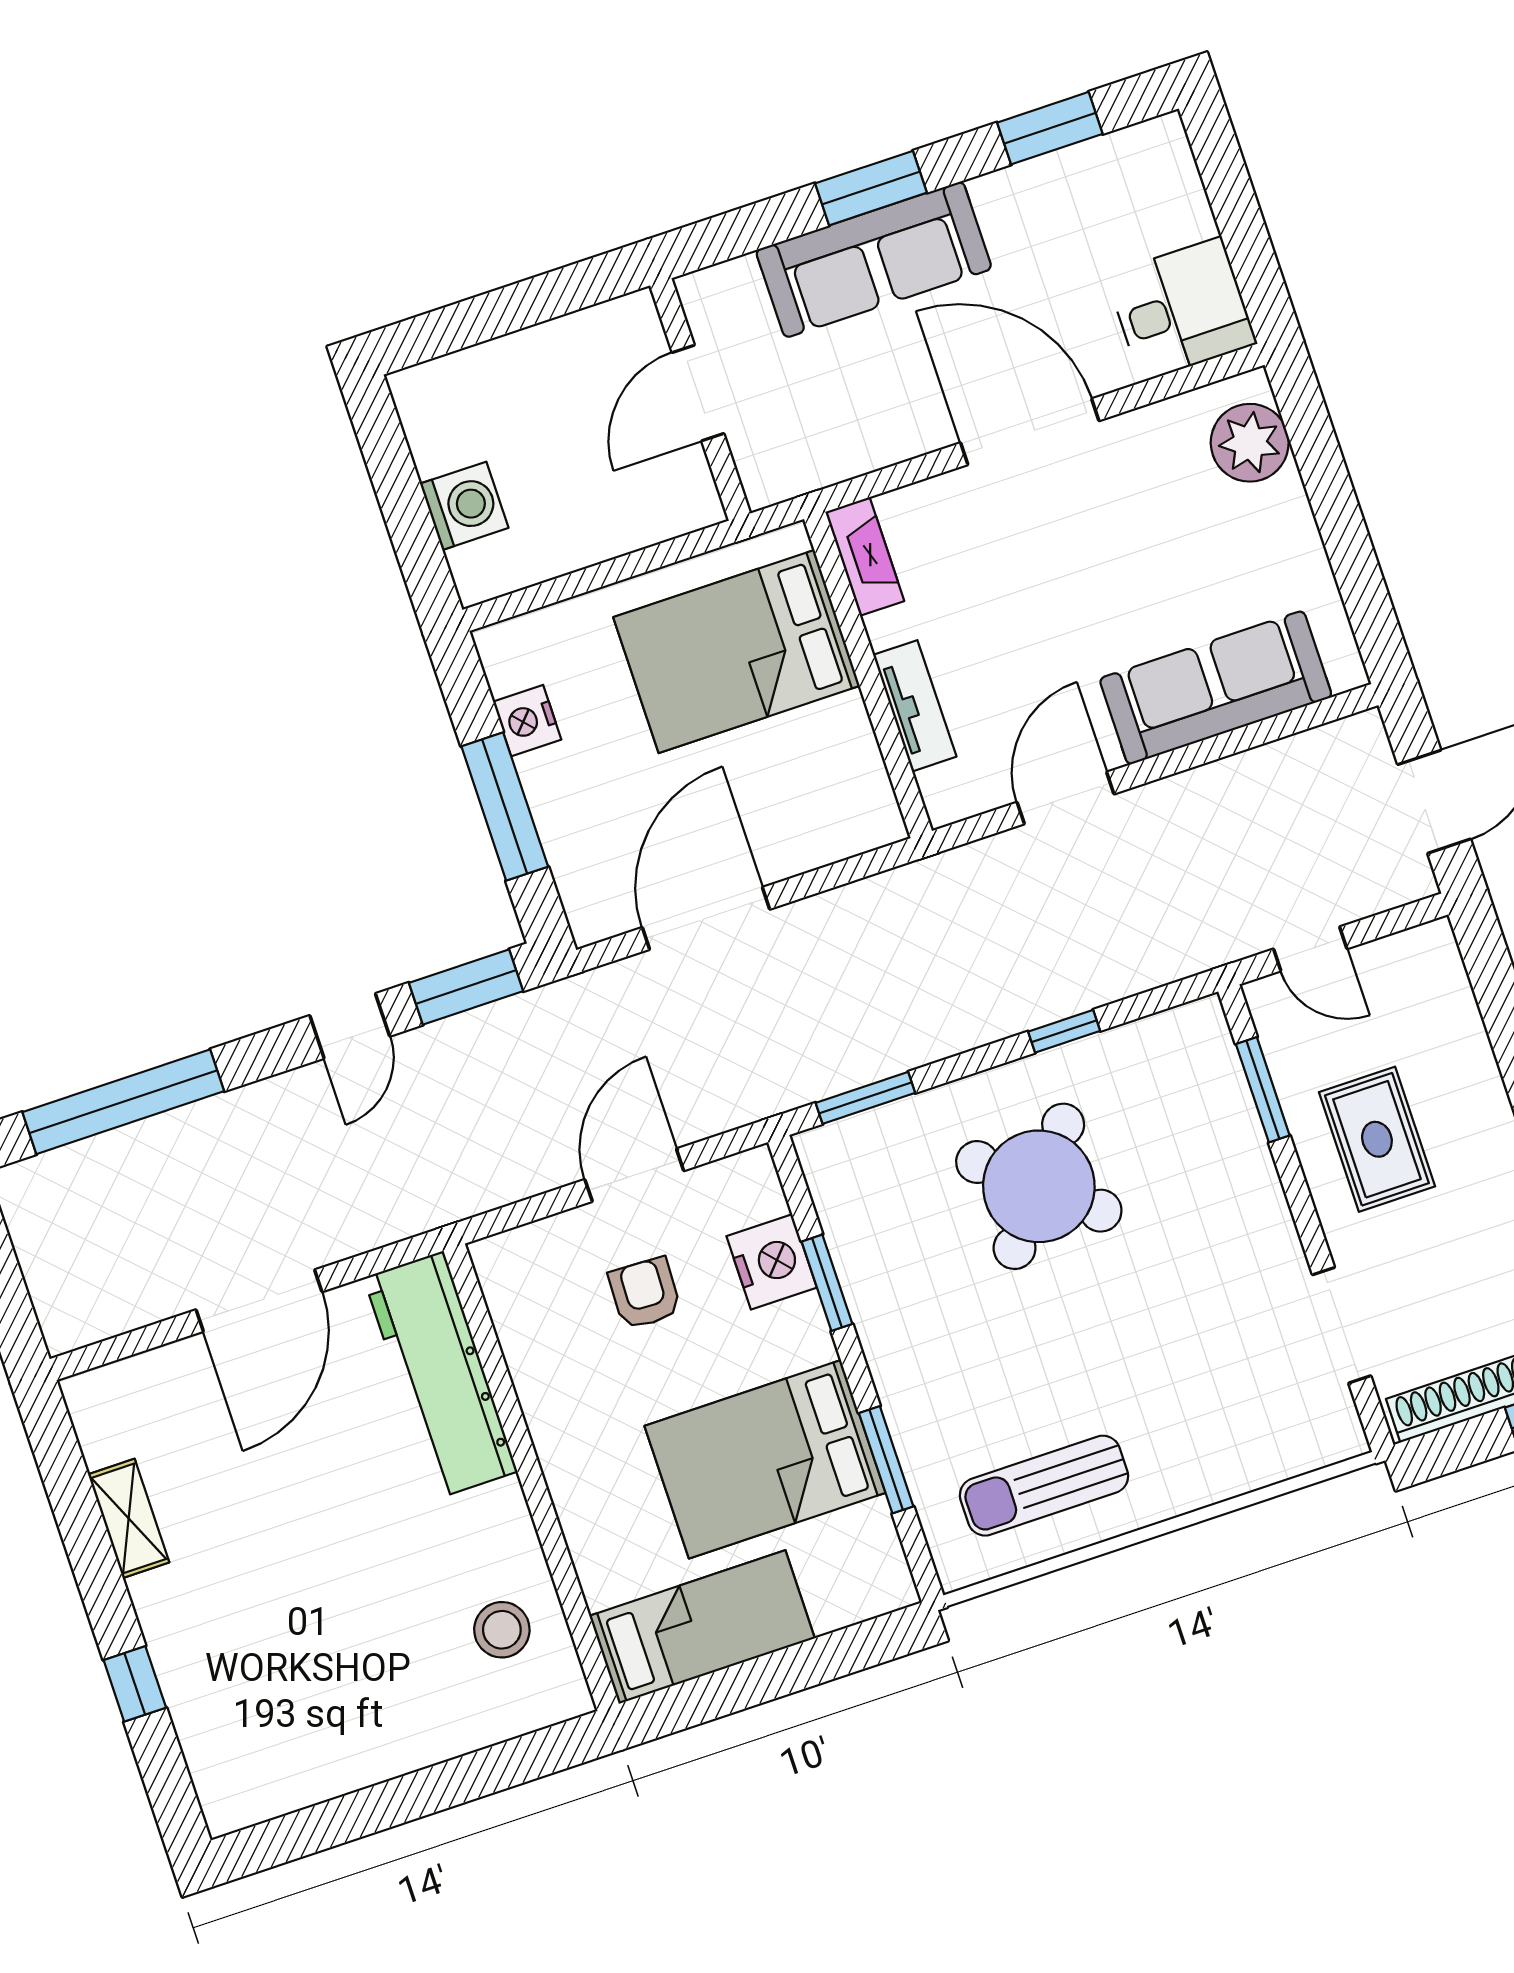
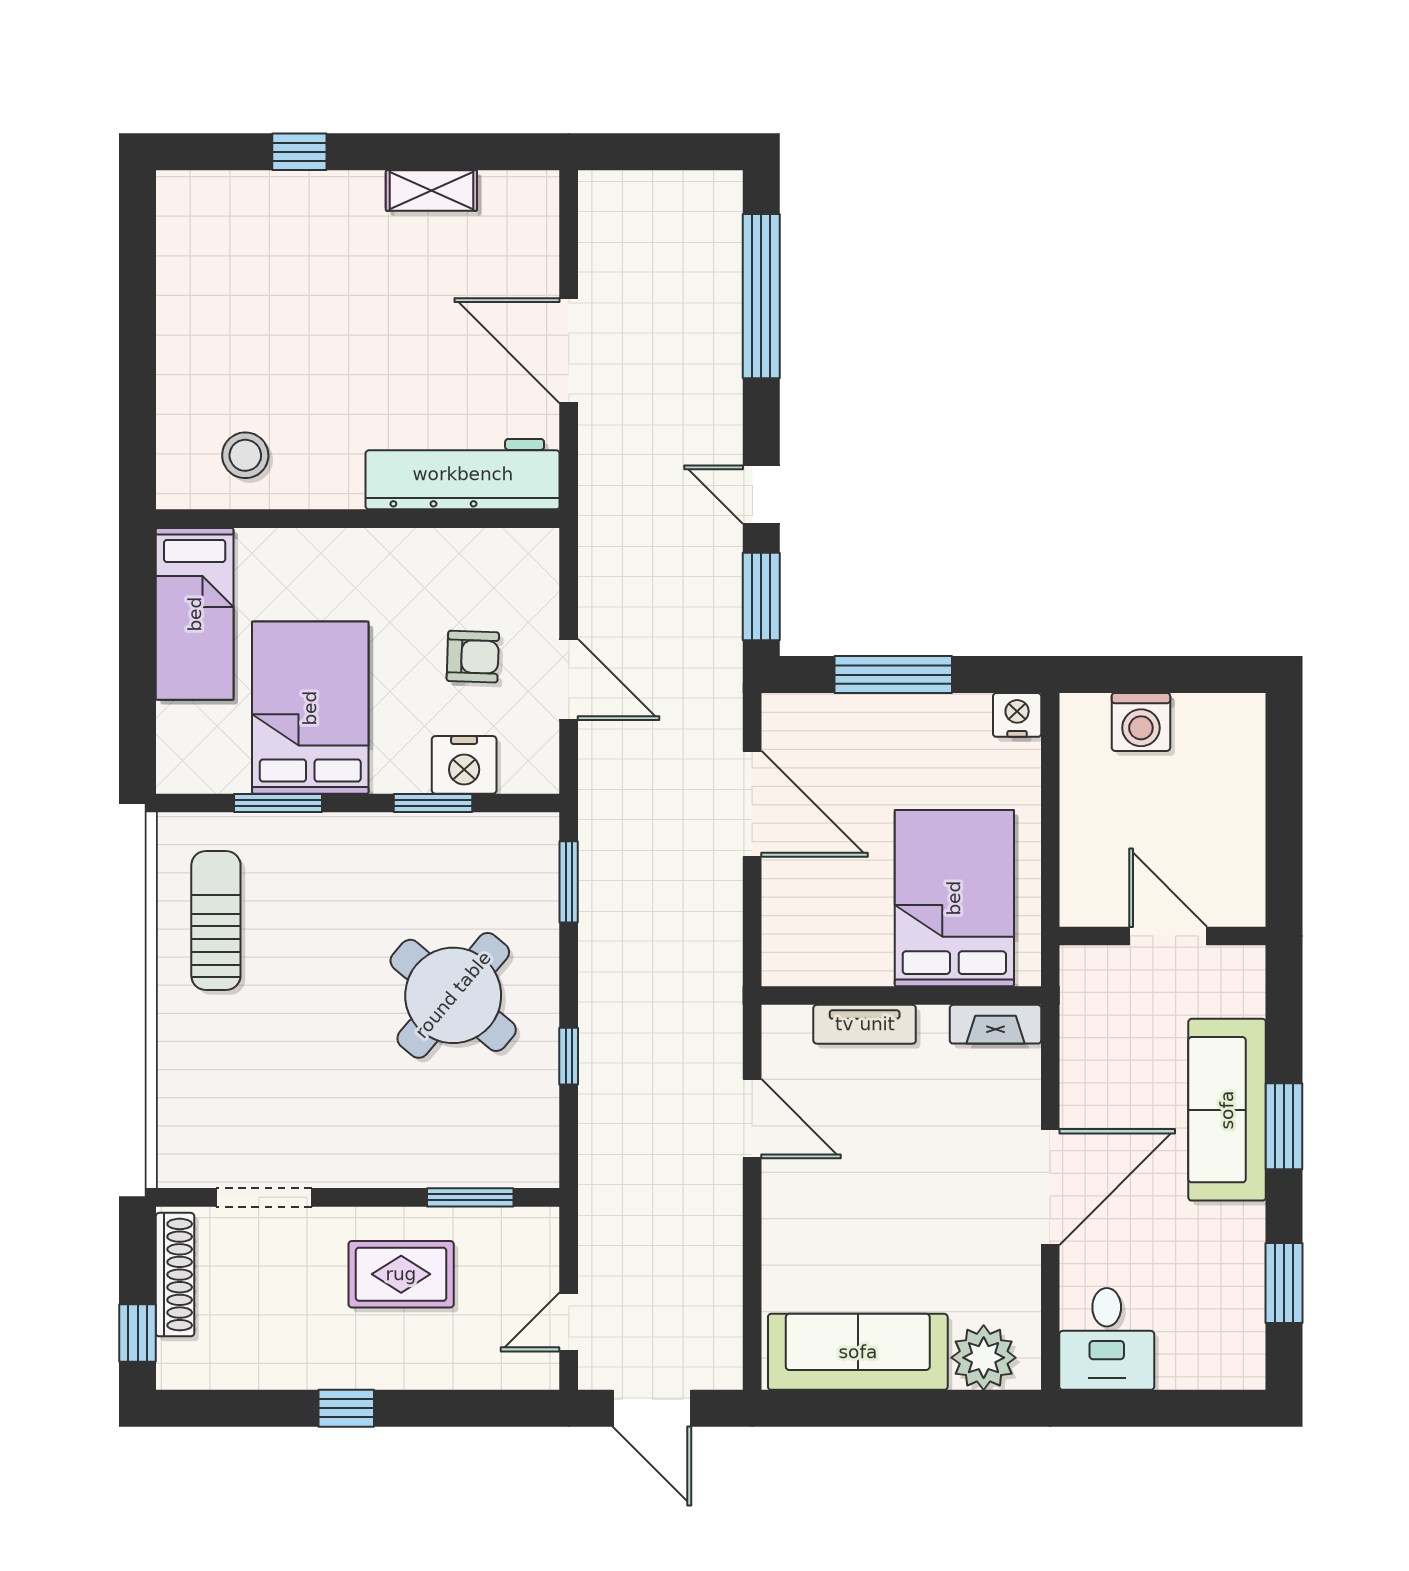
sofa: (1216, 688) -> (858, 1352), moved, turned -90
nightstand: (527, 721) -> (1017, 715), moved
door: (1310, 949) -> (569, 1322), moved

